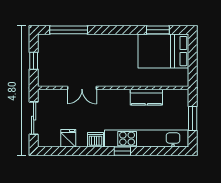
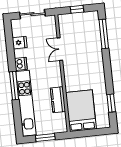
bed: (163, 51) -> (81, 111), moved
window: (122, 151) -> (14, 86), width x2.17

